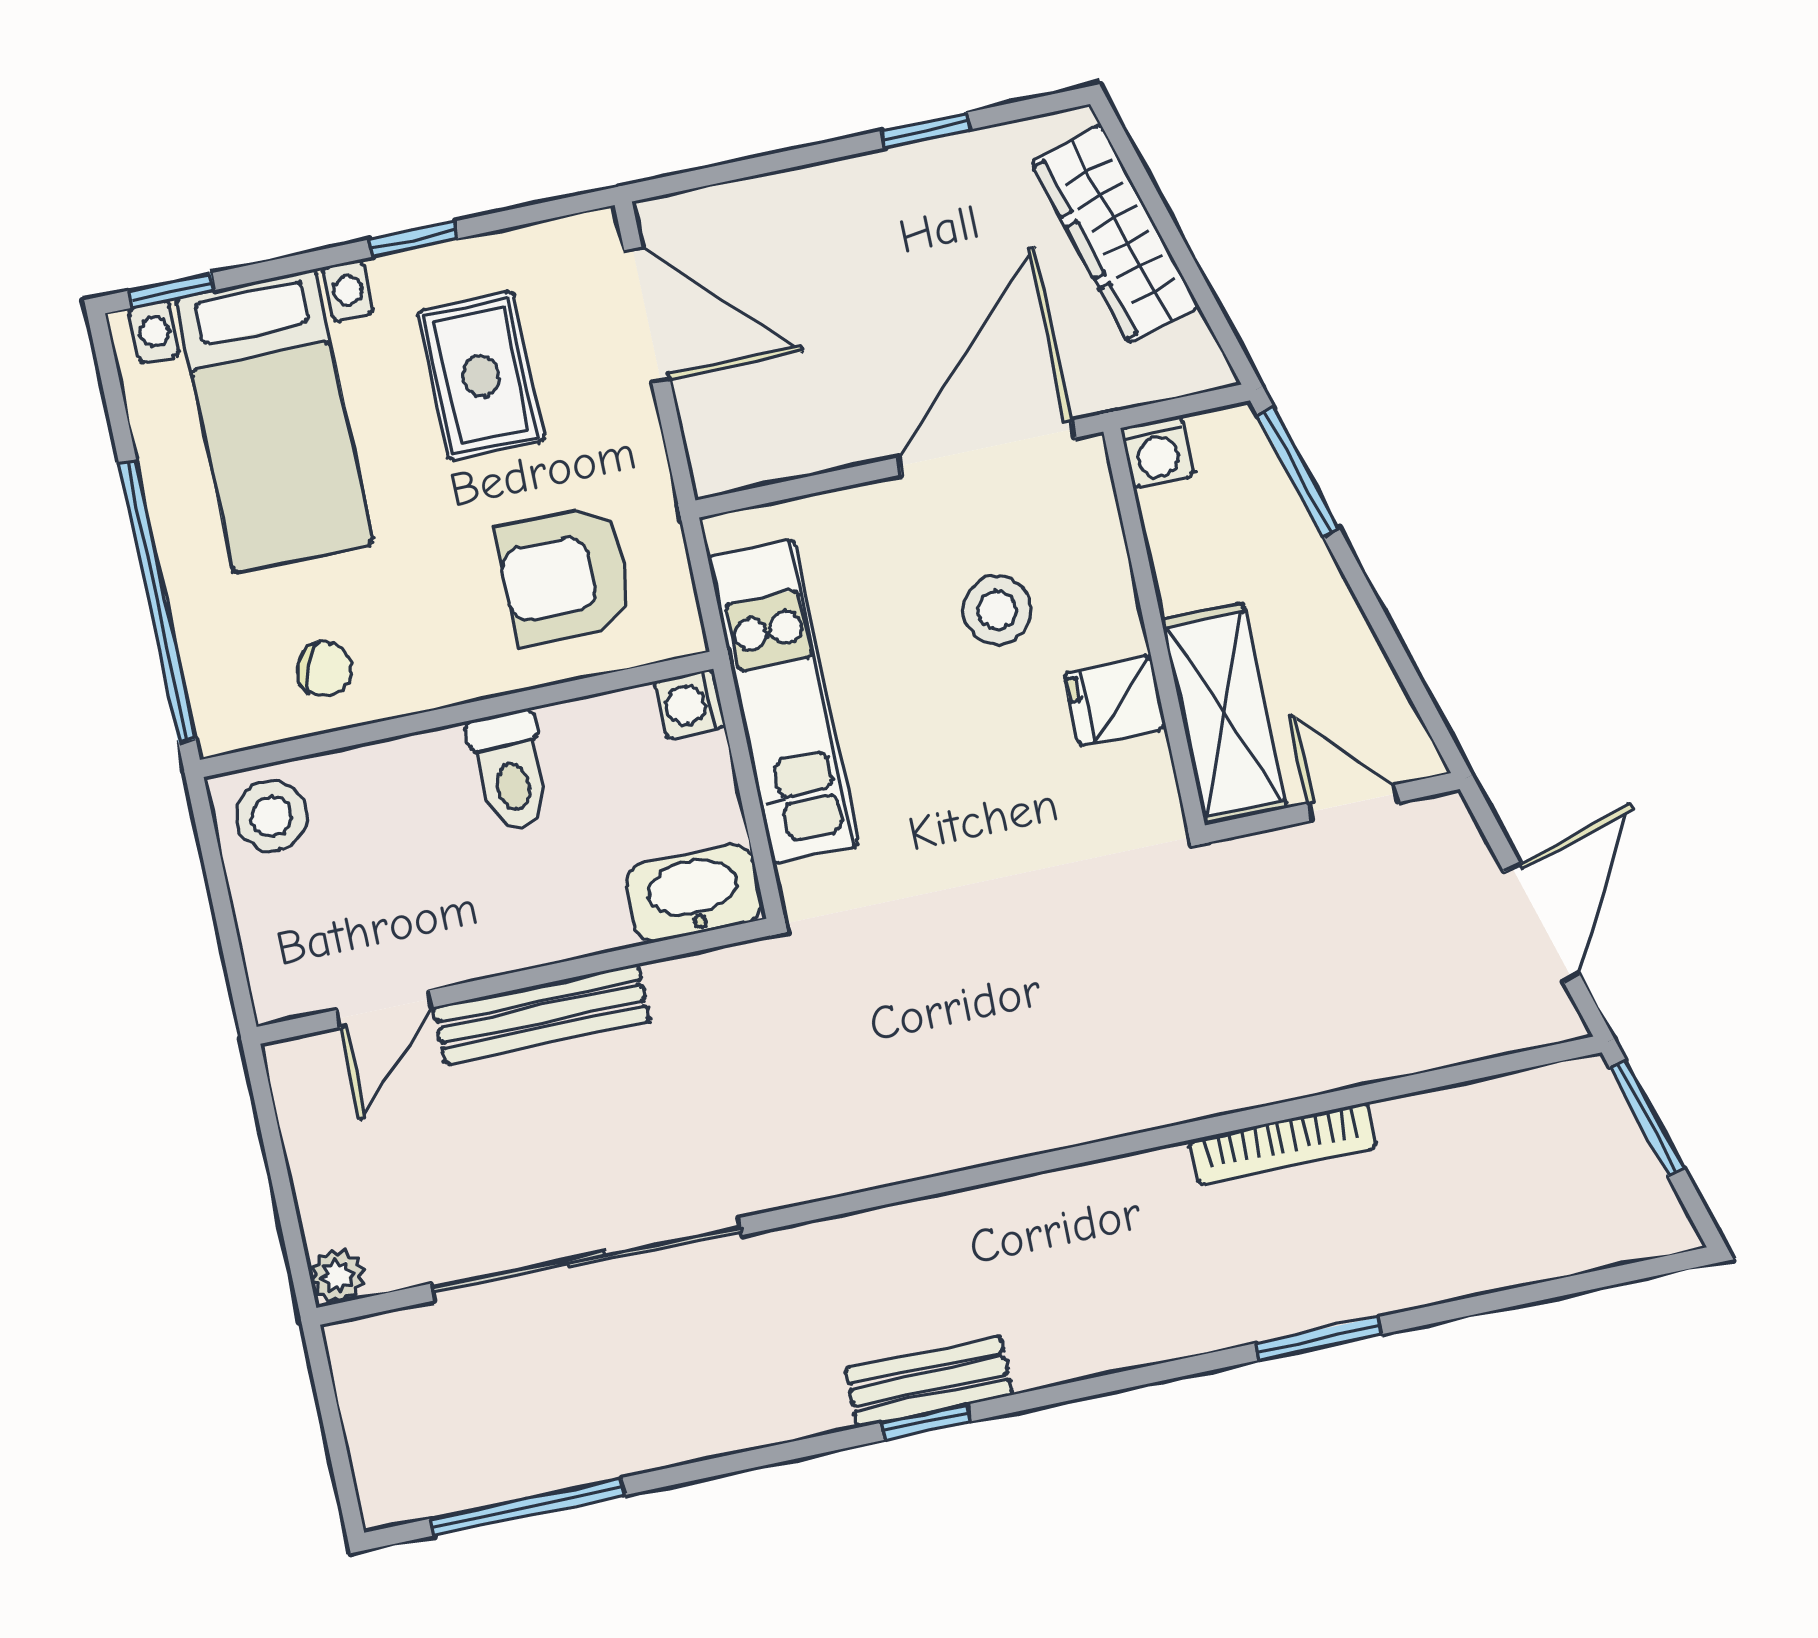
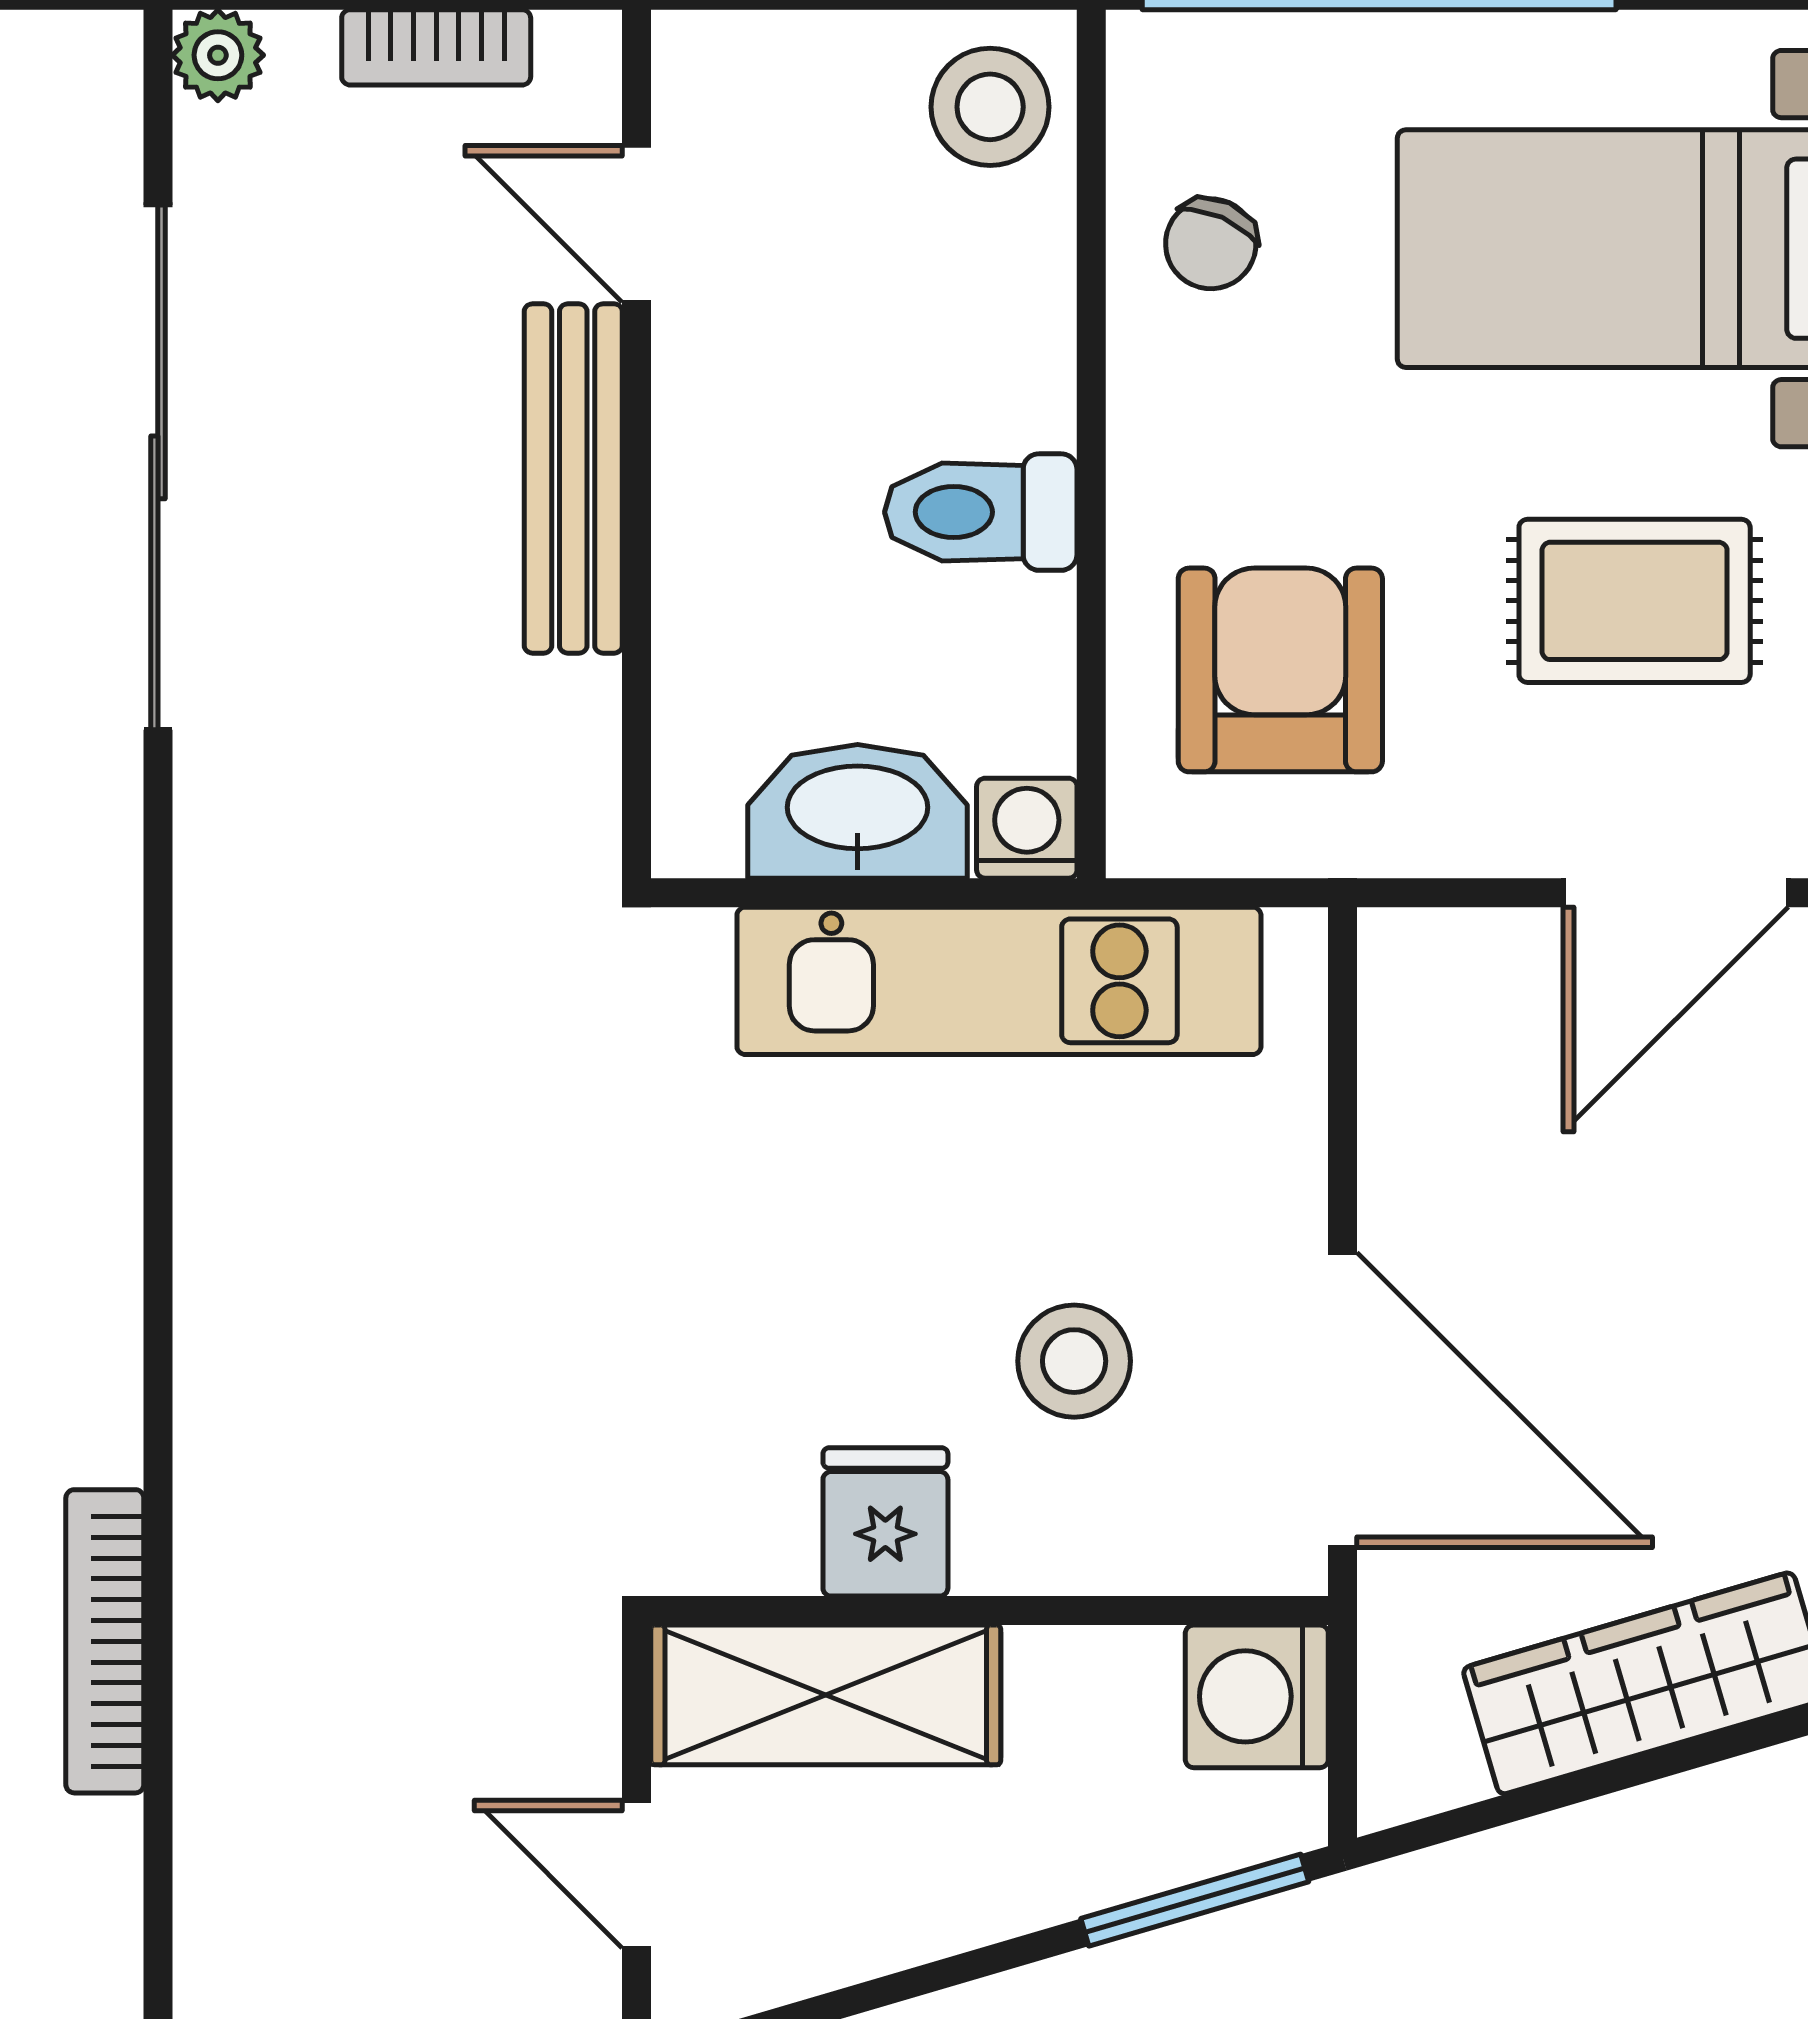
washing machine: (1157, 452) -> (1257, 1696), width x1.38, depth x1.38
door: (1353, 803) -> (637, 1874), swing flipped
washbasin: (694, 893) -> (858, 811), moved, turned -90
bookcase: (306, 1148) -> (436, 47), added

